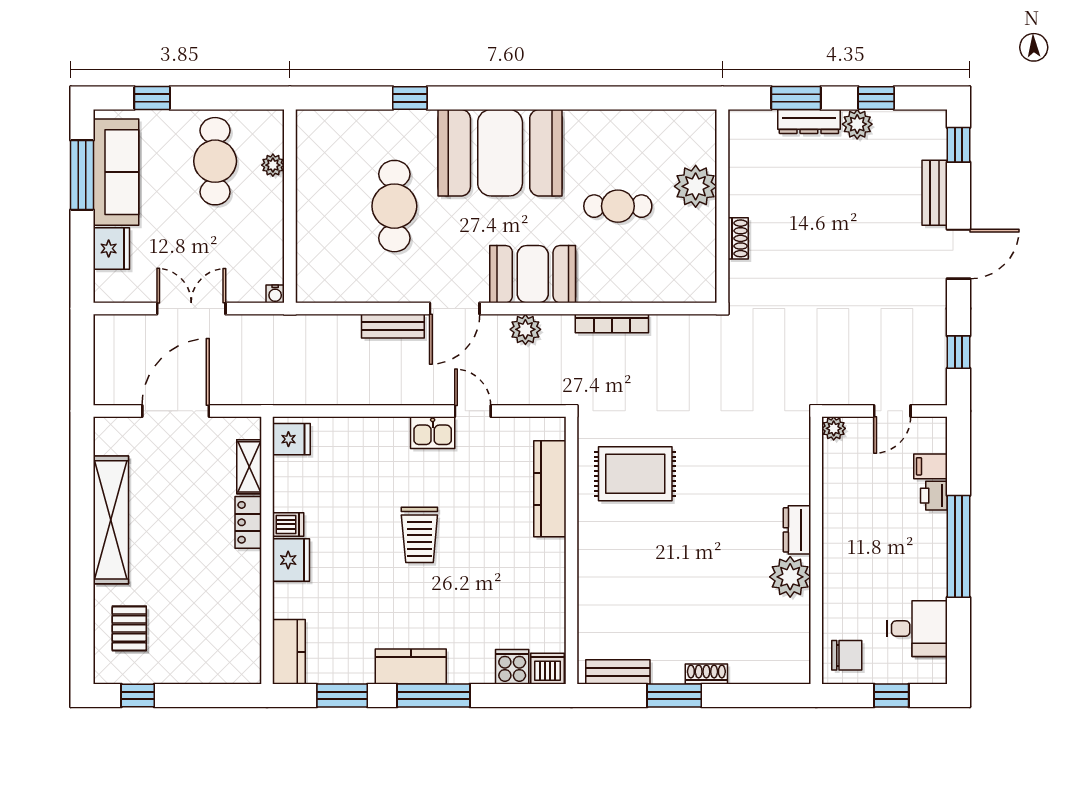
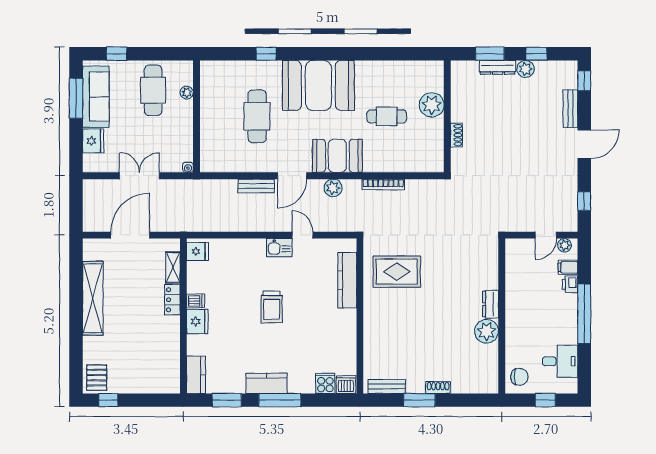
plant: (834, 428) -> (565, 245), moved
pallet: (129, 628) -> (97, 378), moved

